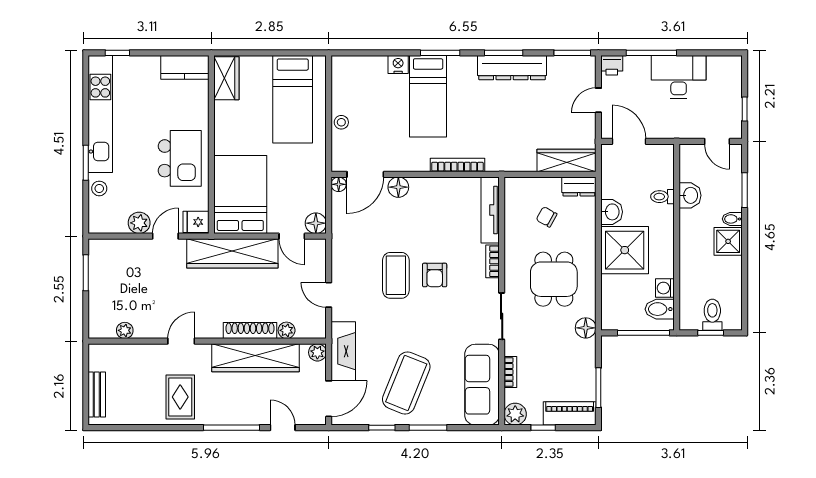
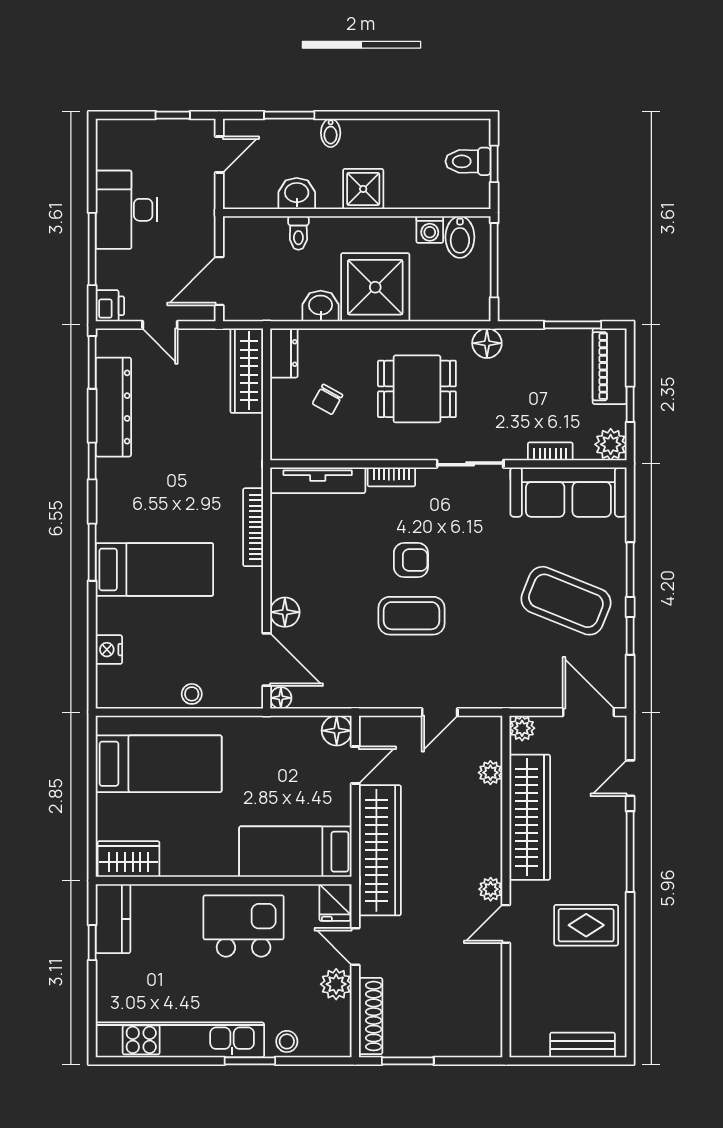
window: (117, 53) -> (92, 943), moved
window: (504, 53) -> (92, 461), width x0.67
nightstand: (398, 65) -> (109, 650), moved
dresser: (512, 68) -> (113, 407), moved
bed: (240, 194) -> (295, 852), width x0.67
shower: (728, 241) -> (363, 189), moved
plant: (125, 330) -> (491, 889), moved
shoe rack: (250, 330) -> (371, 1016), moved, turned 180
door: (181, 341) -> (506, 924), hinge flipped
fireplace: (343, 351) -> (520, 691), removed

